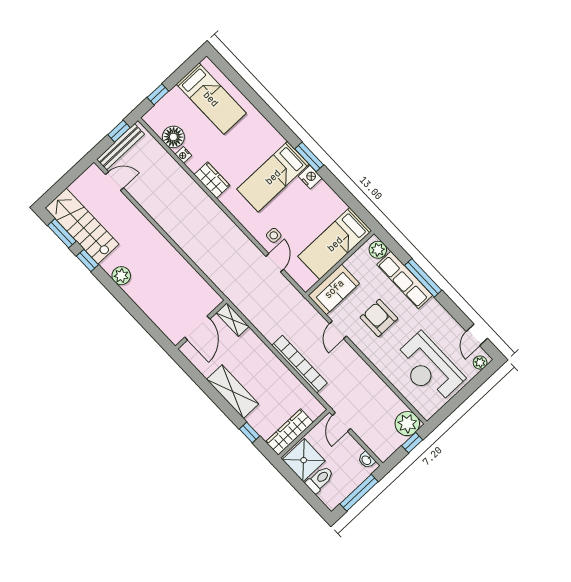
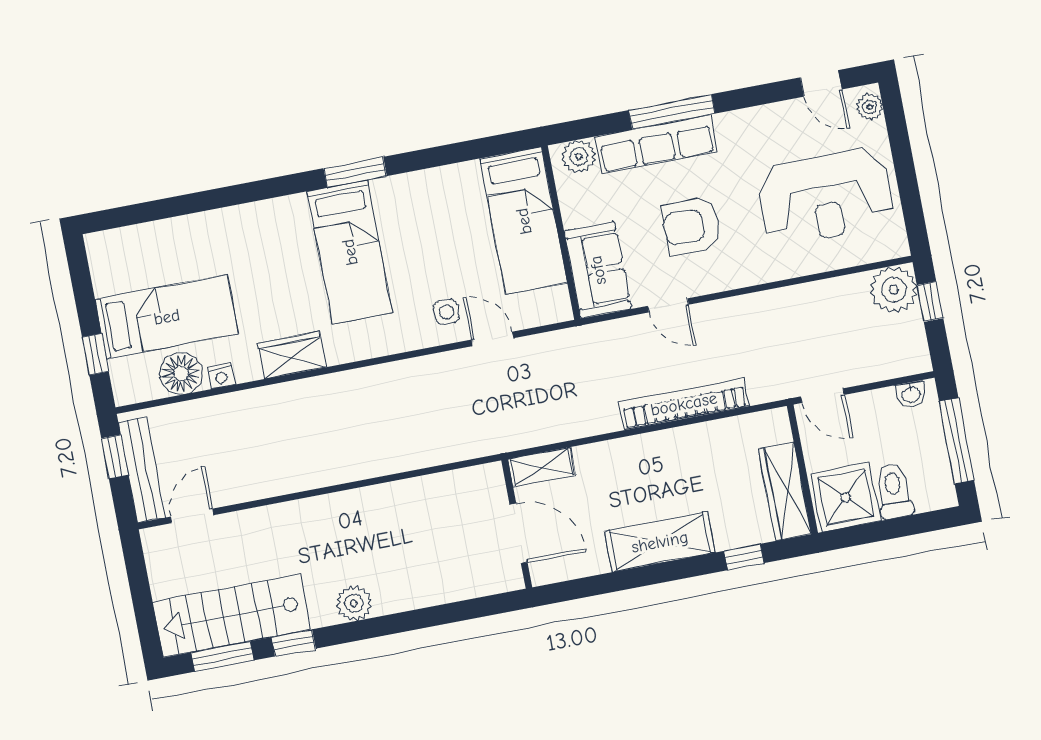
bed: (211, 99) -> (167, 317), moved
nightstand: (310, 177) -> (389, 192), removed

